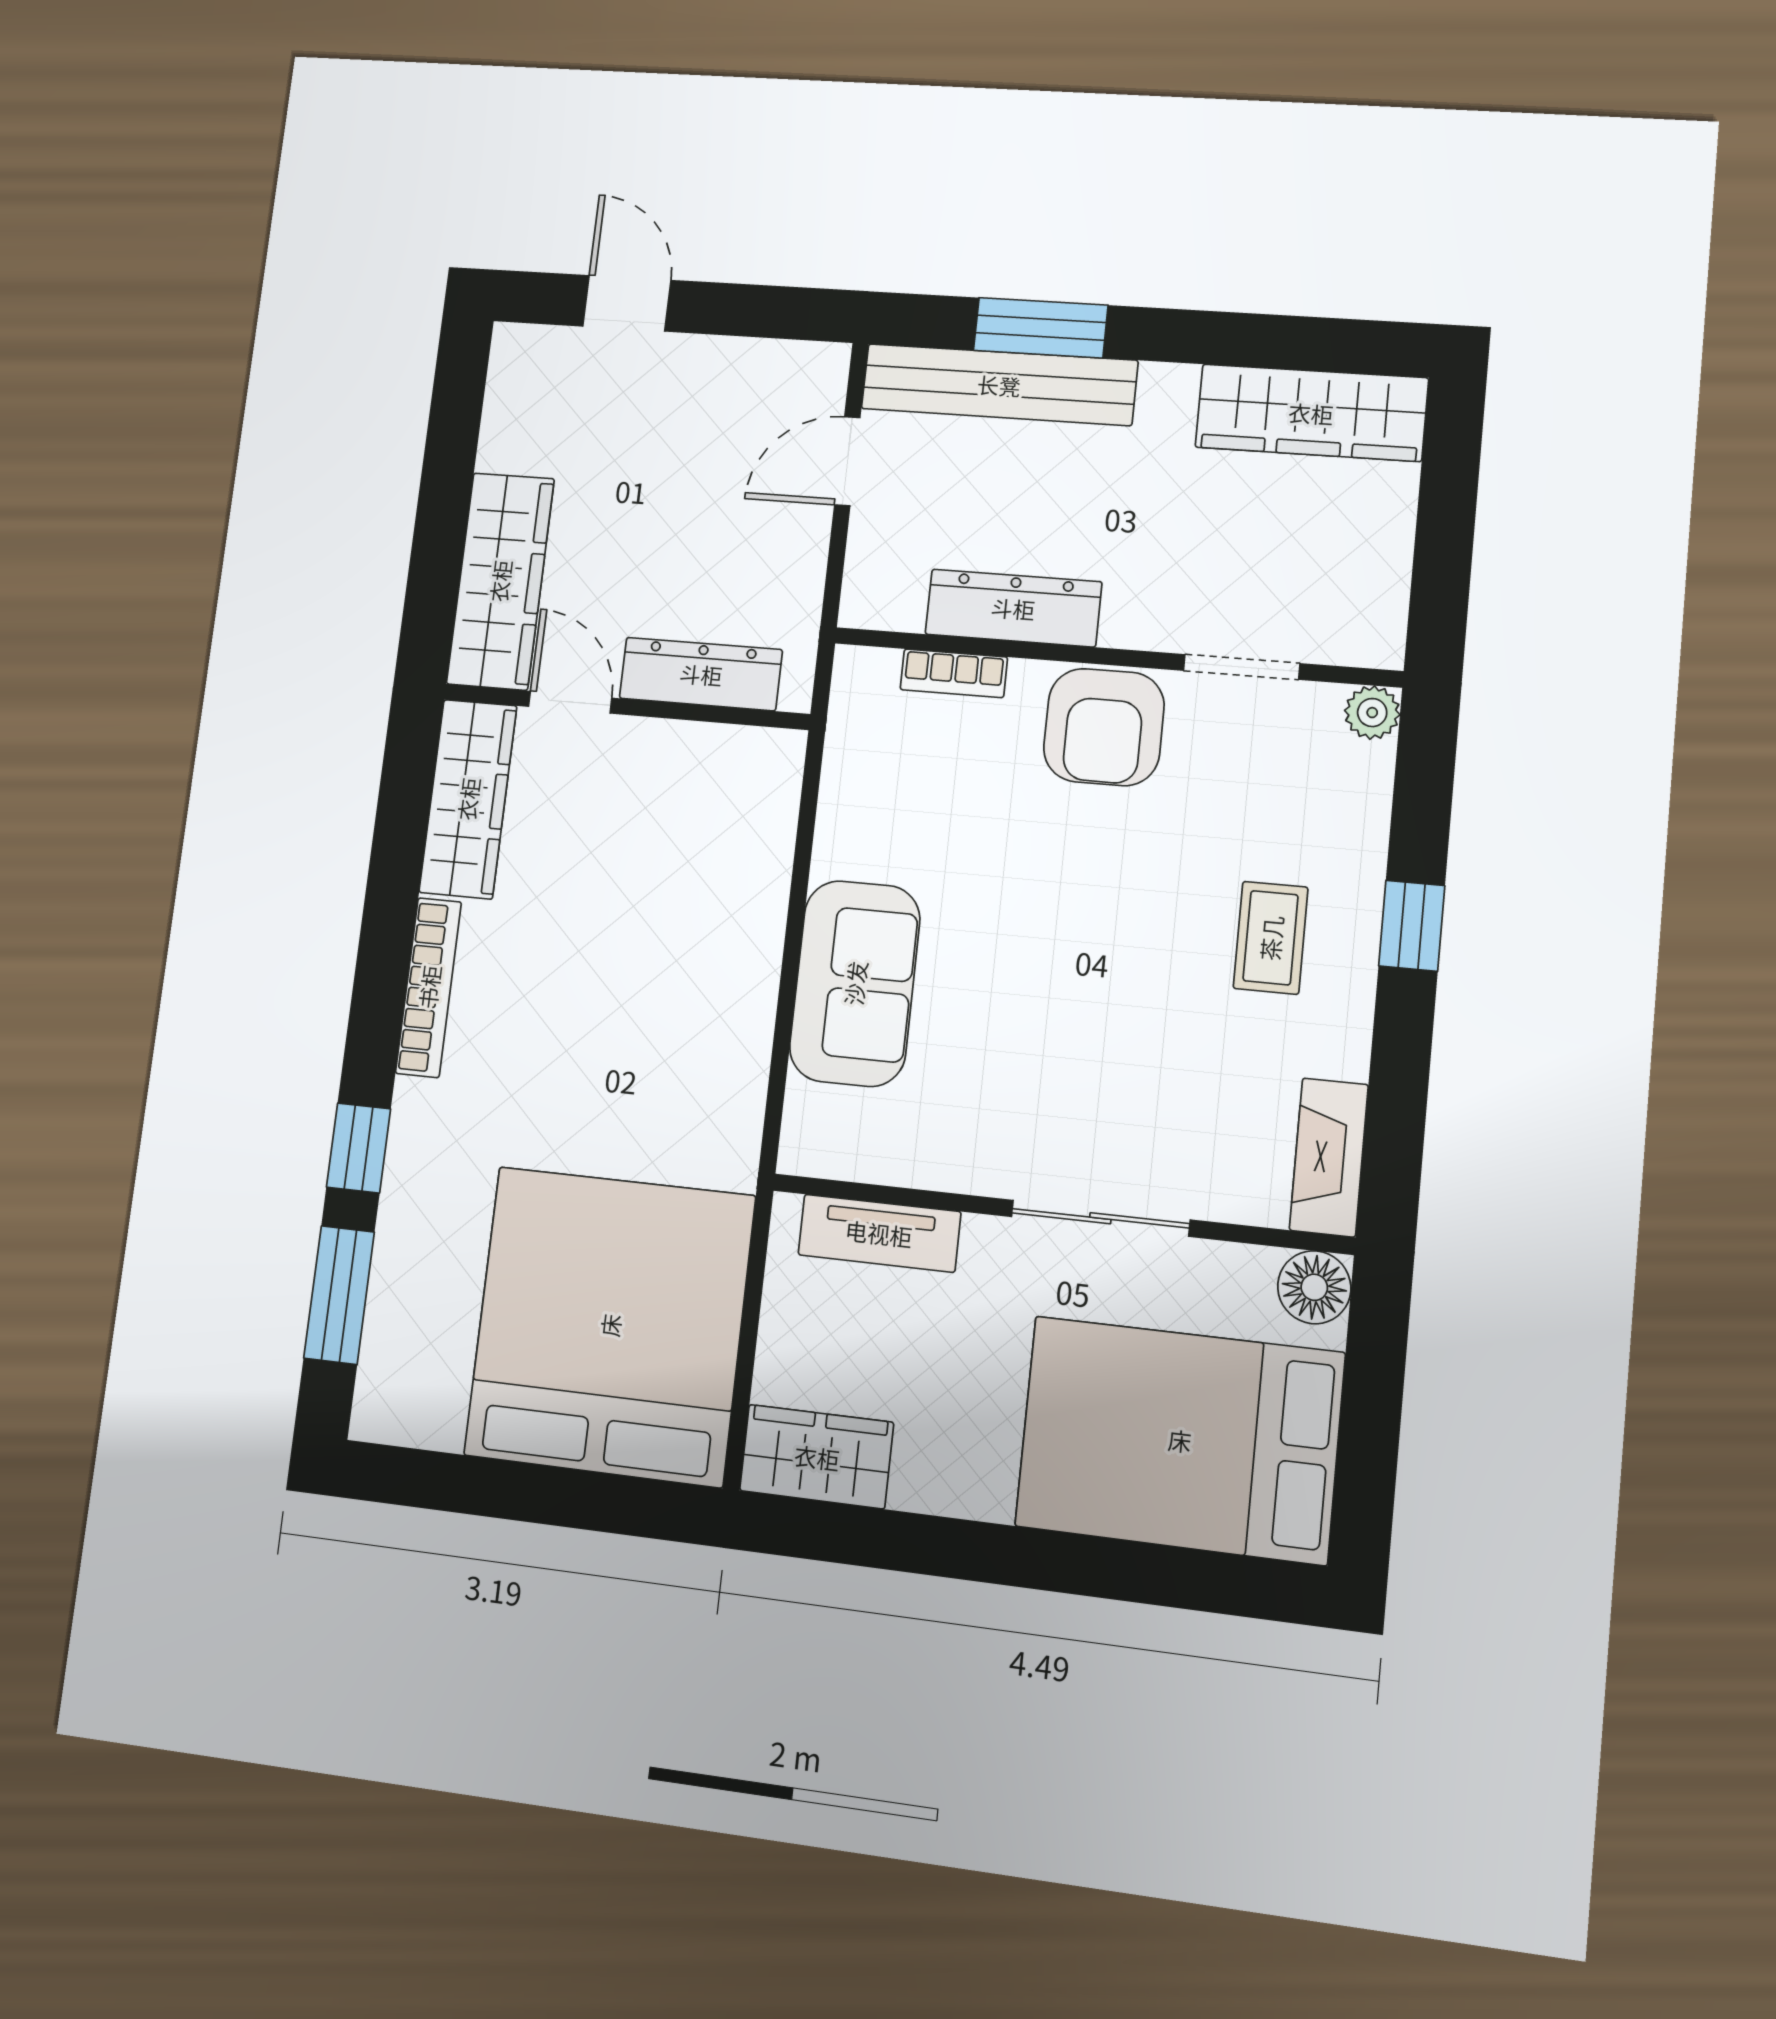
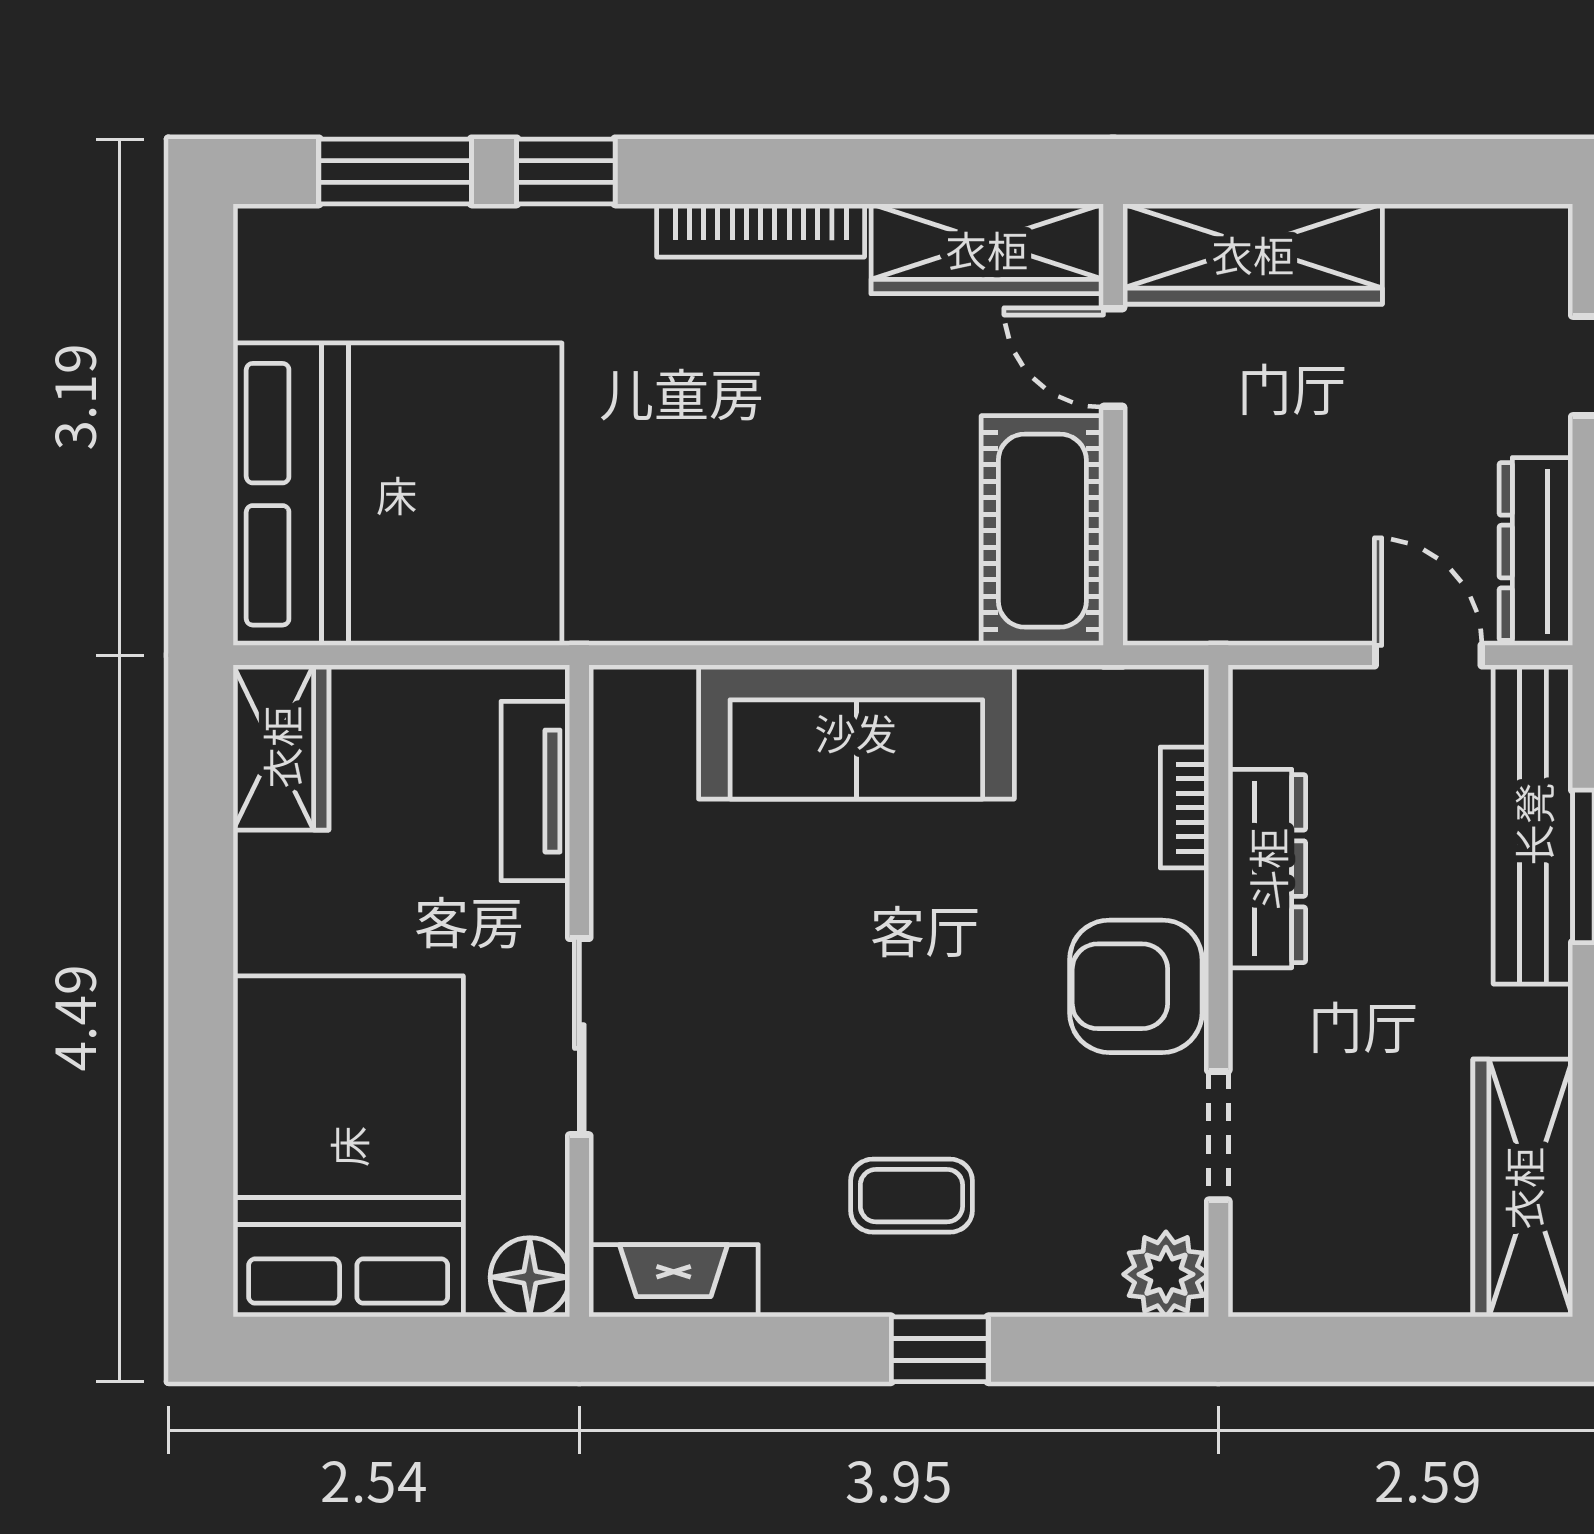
dresser: (701, 674) -> (1536, 552), moved, turned 180
door: (570, 702) -> (1113, 358), swing flipped
plant: (1372, 713) -> (1166, 1274), width x1.38, depth x1.38
cot: (706, 773) -> (1042, 531), added
sofa: (855, 983) -> (856, 732), width x1.36

